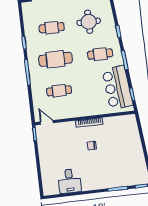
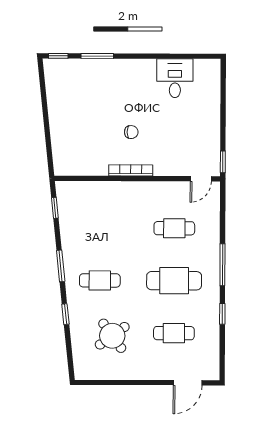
round table: (89, 22) -> (112, 336), turned -36
bar counter: (117, 88) -> (78, 222), removed
door: (47, 122) -> (201, 179), hinge flipped

